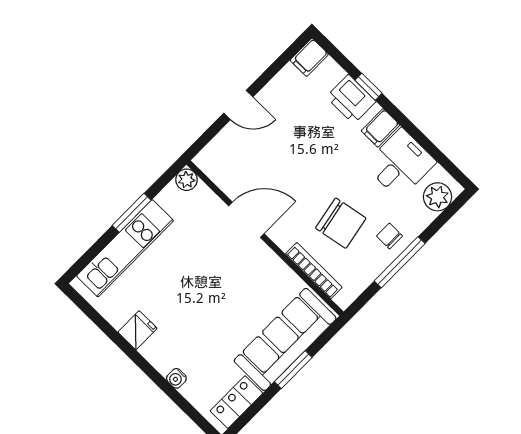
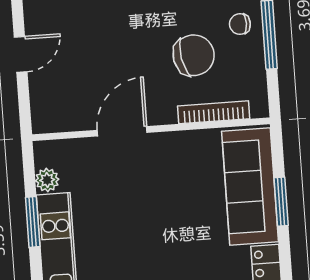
plant: (187, 180) -> (47, 180), moved

